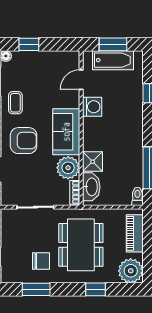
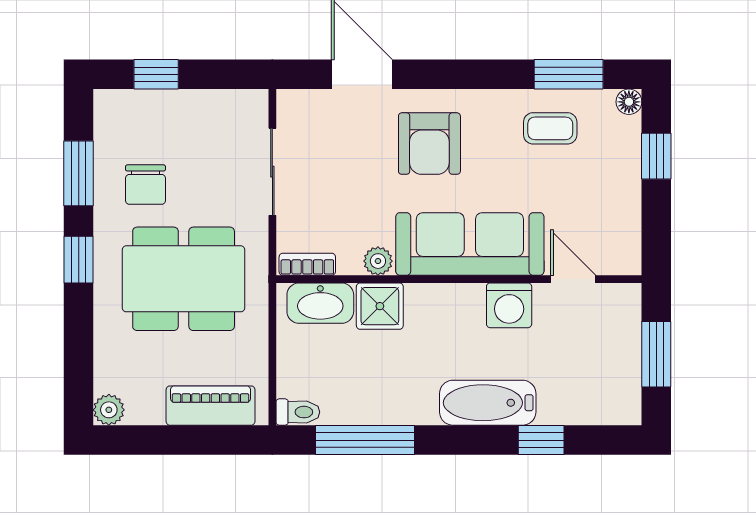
bathtub: (113, 60) -> (488, 403), moved, turned 90
coffee table: (15, 103) -> (550, 128), moved
sofa: (66, 132) -> (470, 244), width x1.36
plant: (68, 168) -> (378, 261), width x0.53, depth x0.53
plant: (131, 271) -> (109, 410), width x0.53, depth x0.53
window: (96, 289) -> (79, 260), moved

